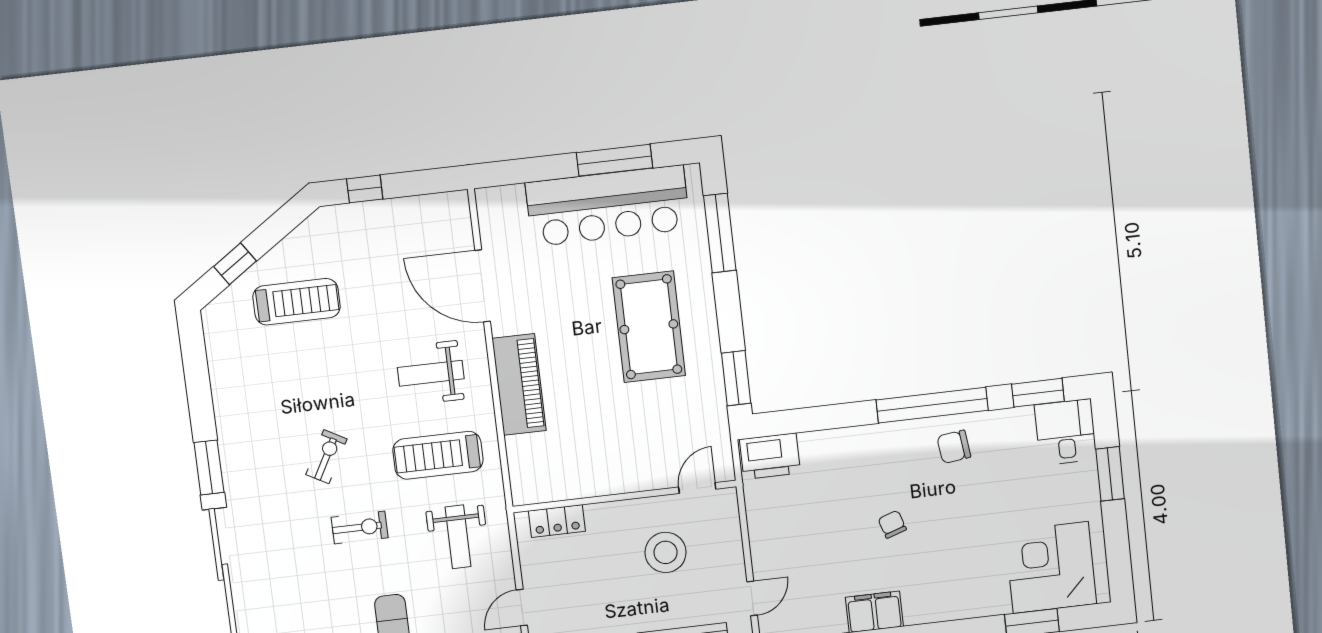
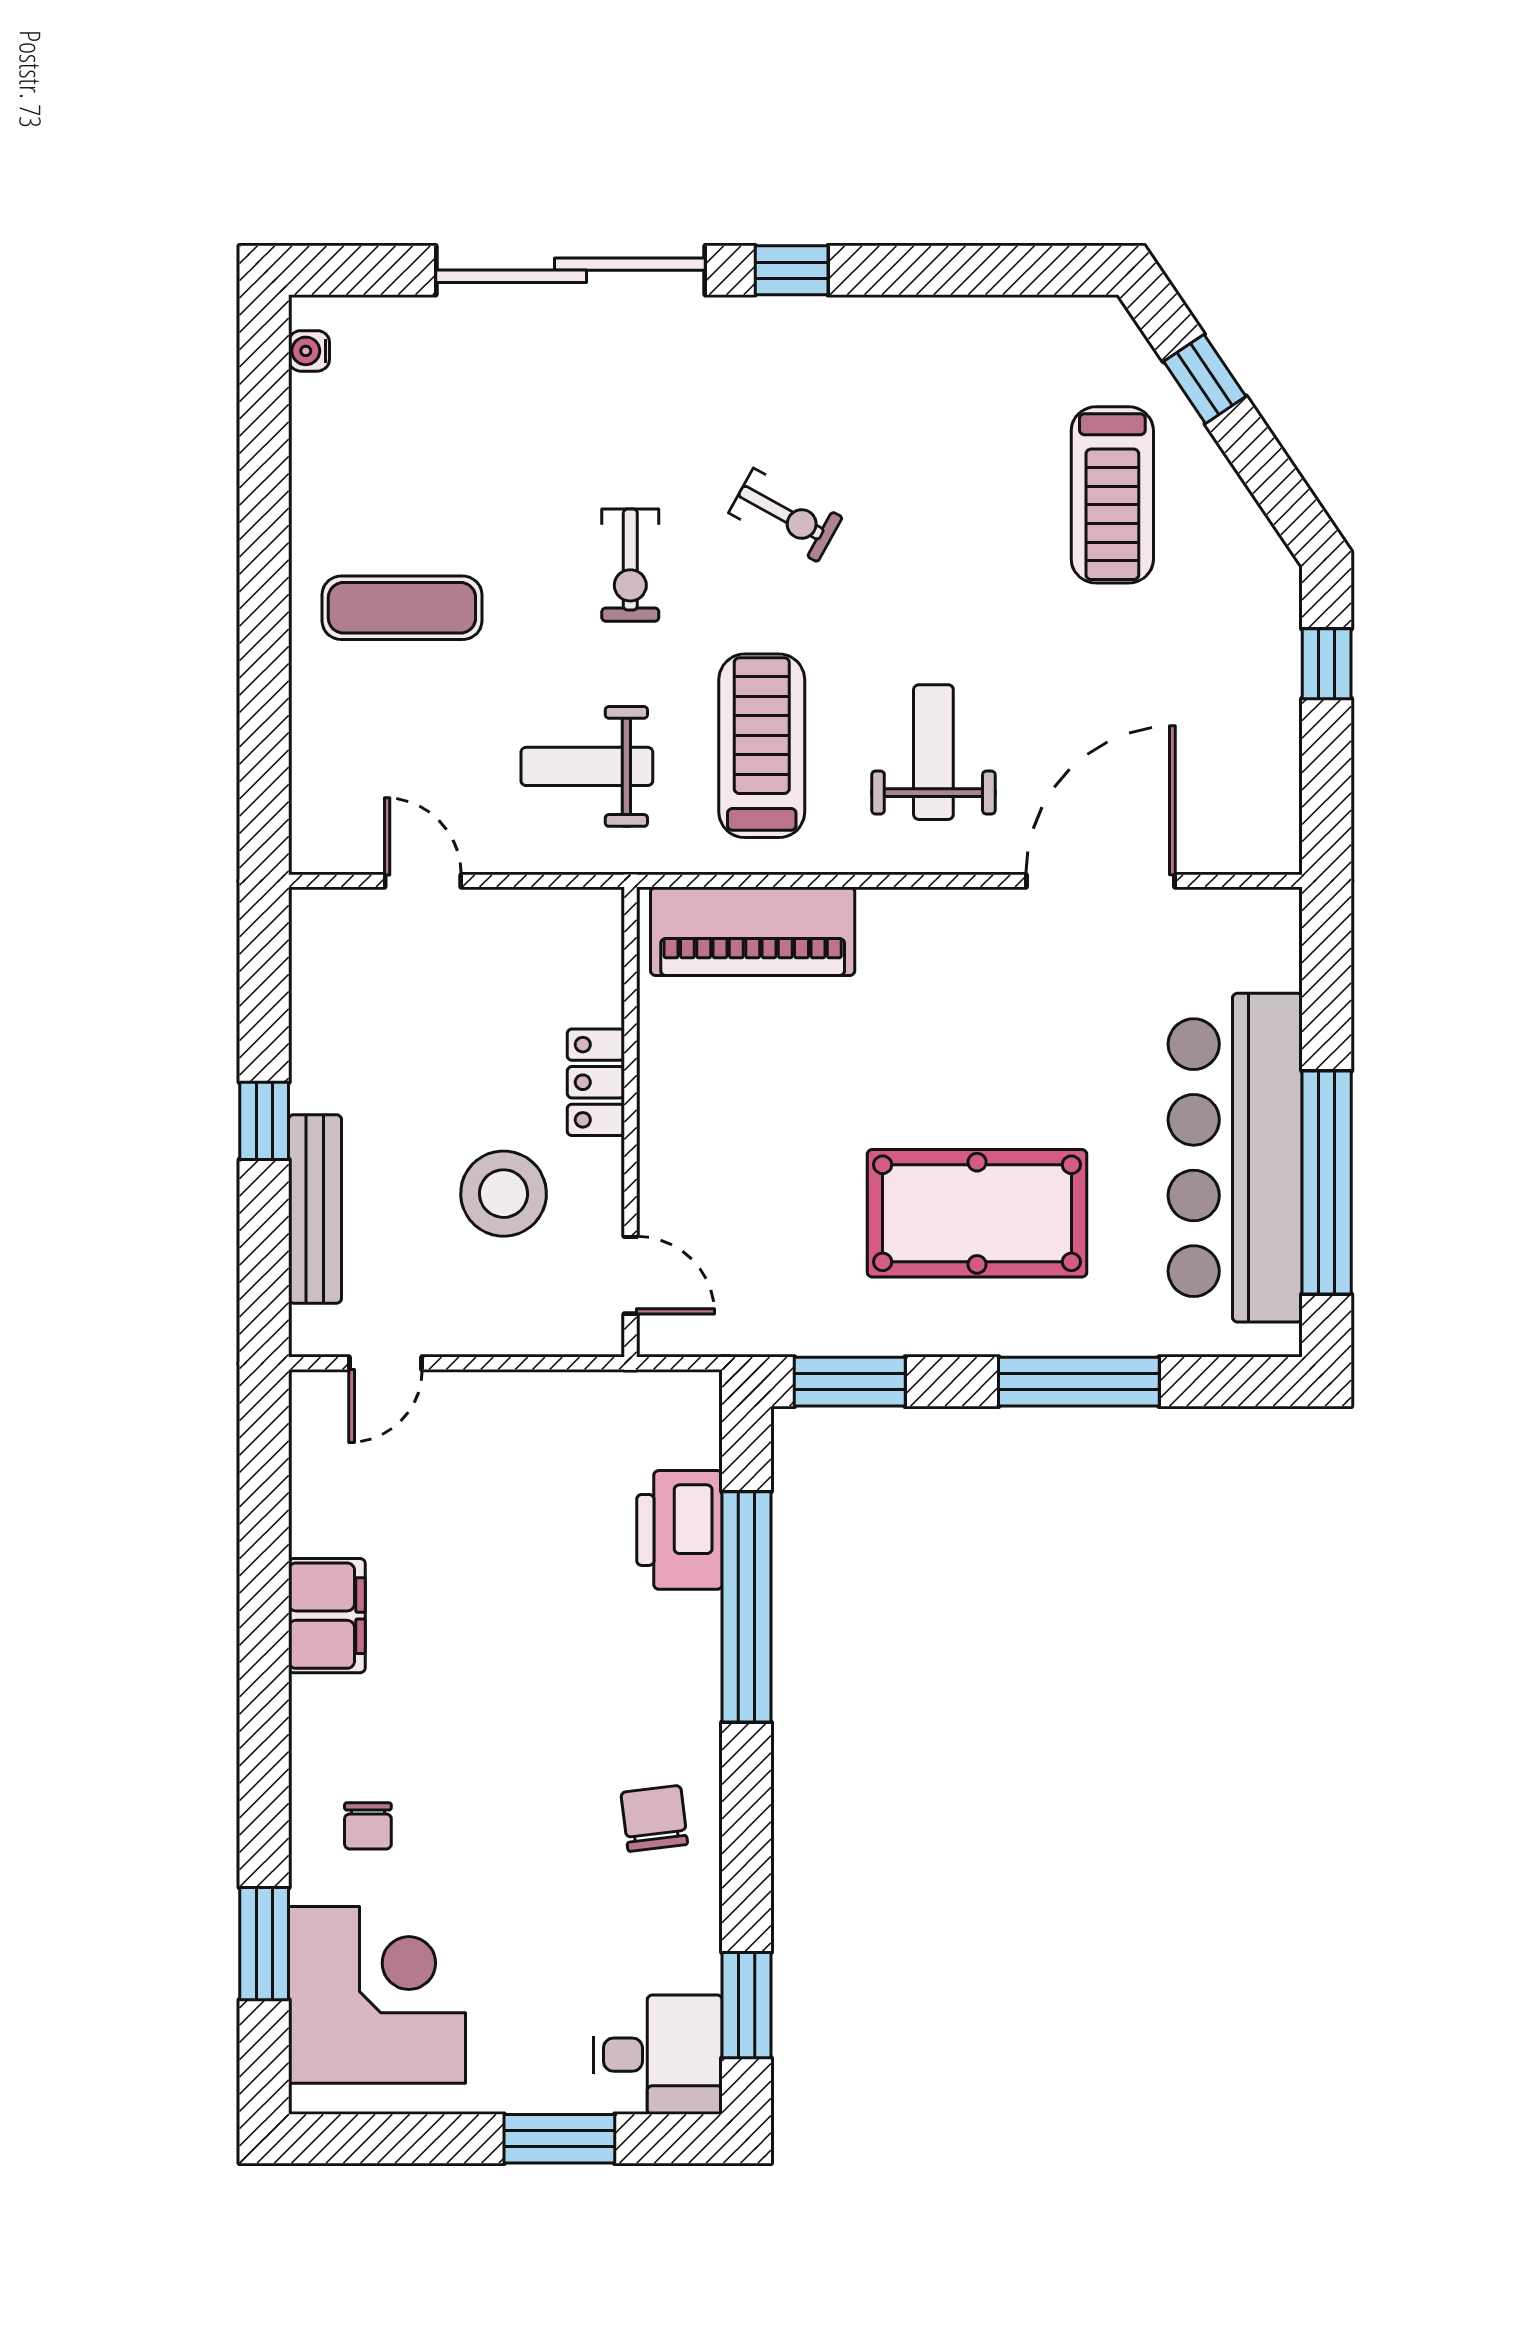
window: (615, 160) -> (1327, 1183), width x1.46
window: (720, 233) -> (1079, 1382), moved
piano: (519, 384) -> (753, 931), moved
window: (932, 405) -> (747, 1607), moved
printer: (770, 456) -> (679, 1530), moved
window: (209, 467) -> (792, 270), width x0.67
locker: (557, 521) -> (596, 1082), moved
chair: (892, 524) -> (368, 1826), moved, turned 108
door: (752, 598) -> (385, 1363), hinge flipped

